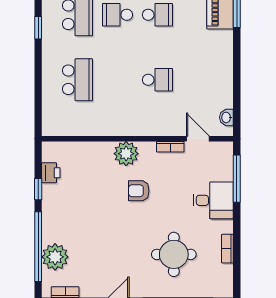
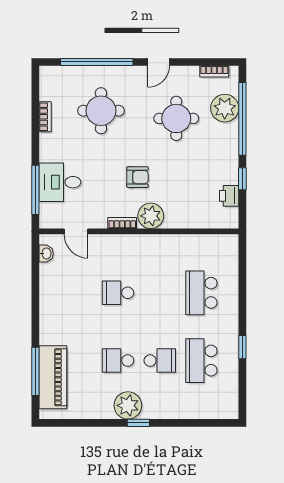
bookcase: (170, 147) -> (122, 223), moved
desk: (213, 200) -> (60, 182), moved
round table: (102, 247) -> (176, 118), added

